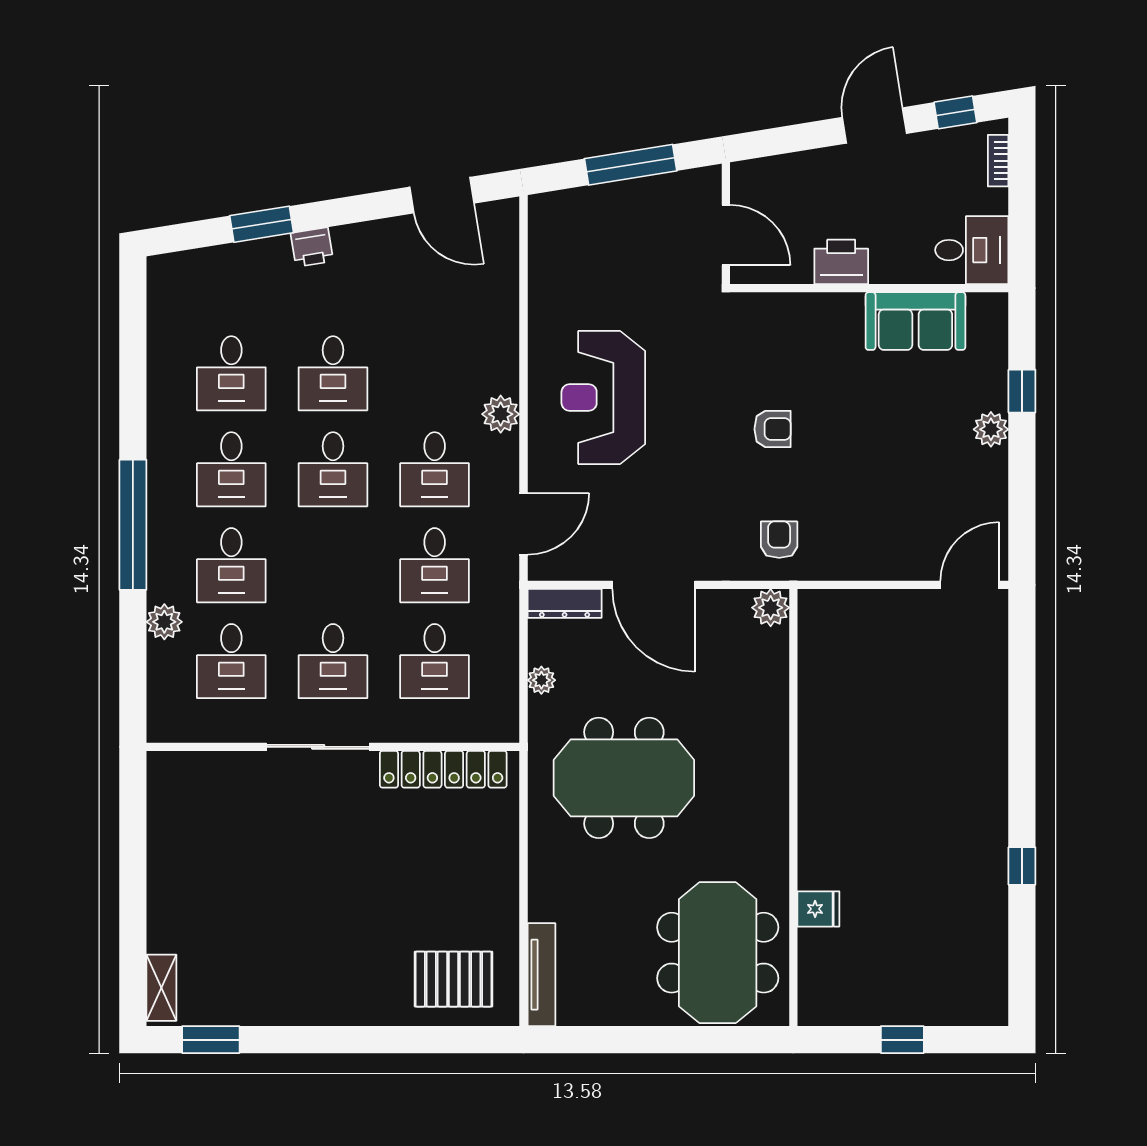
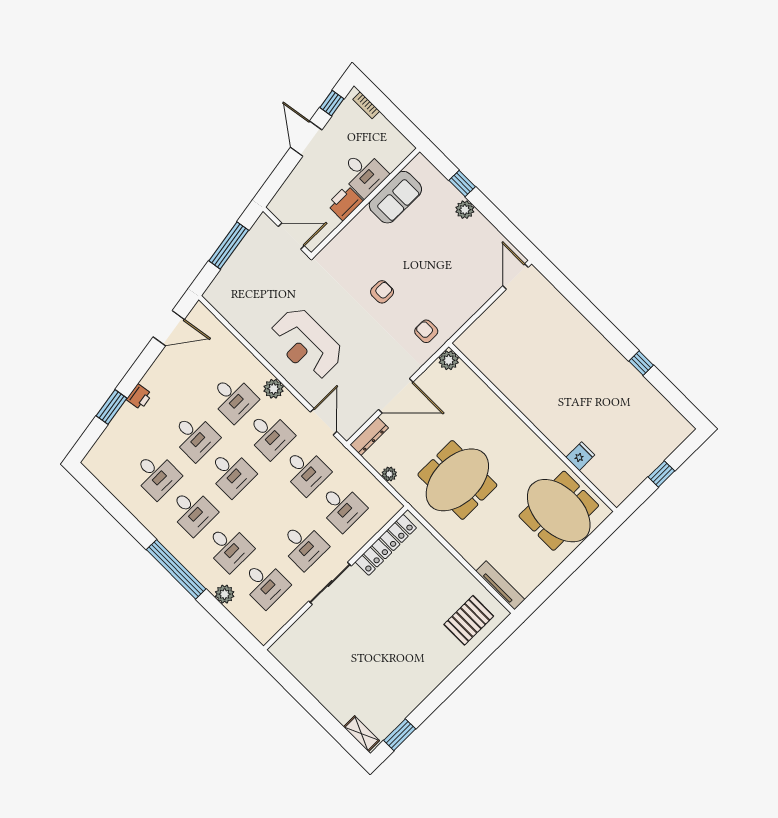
desk: (972, 250) -> (364, 173), moved, turned 90
desk: (435, 373) -> (233, 398), added

